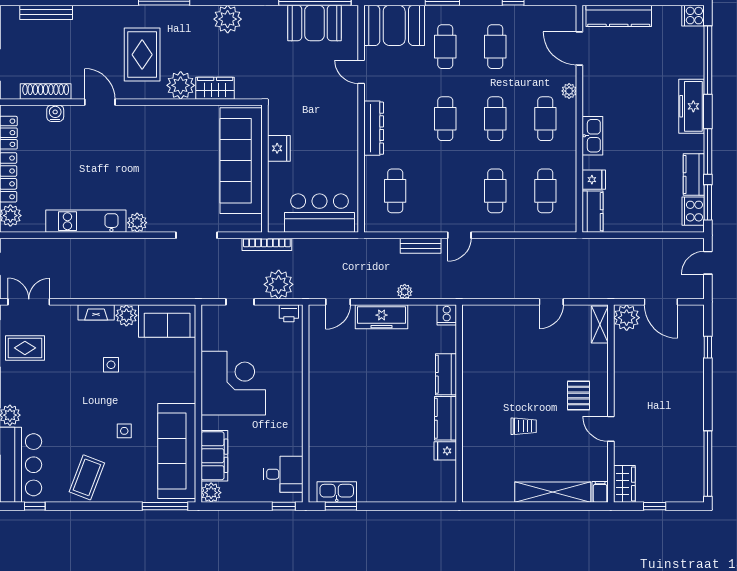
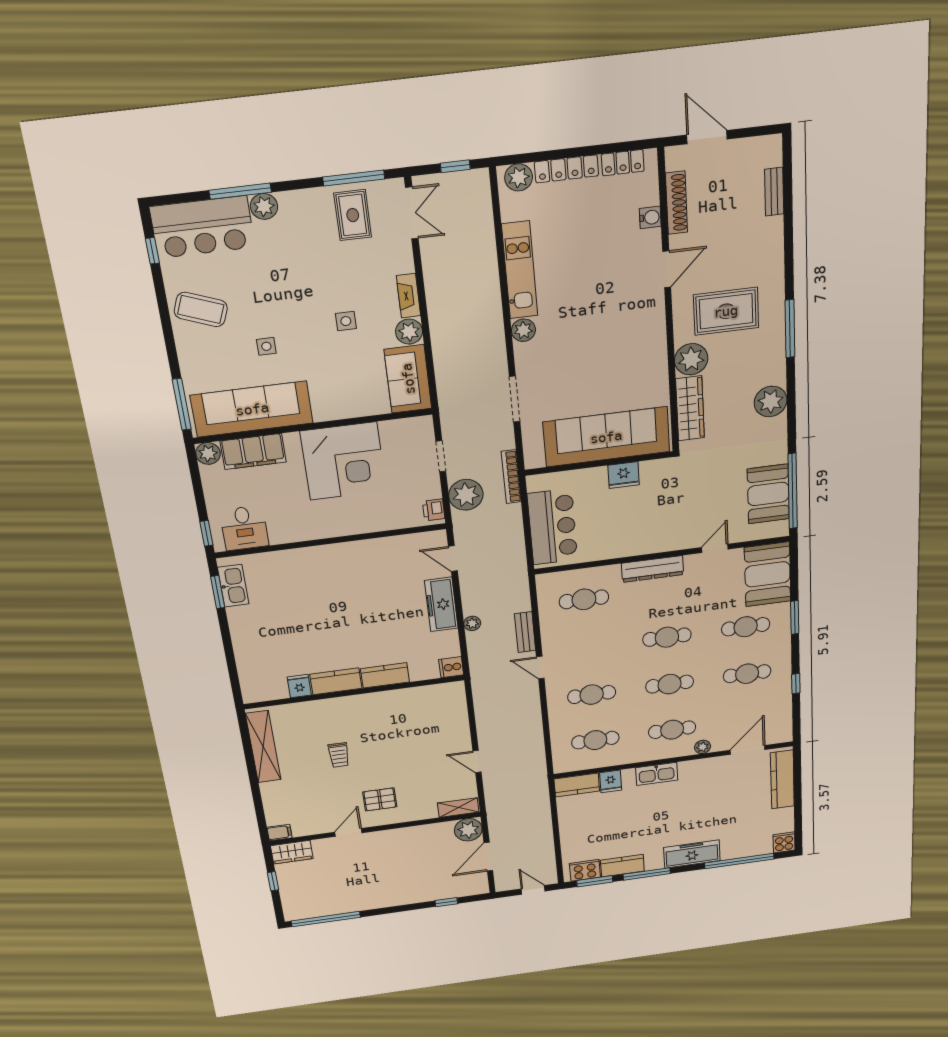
bench: (46, 12) -> (774, 192), width x0.73
wardrobe: (215, 88) -> (690, 408), width x1.50
shelving: (553, 492) -> (263, 747), moved

